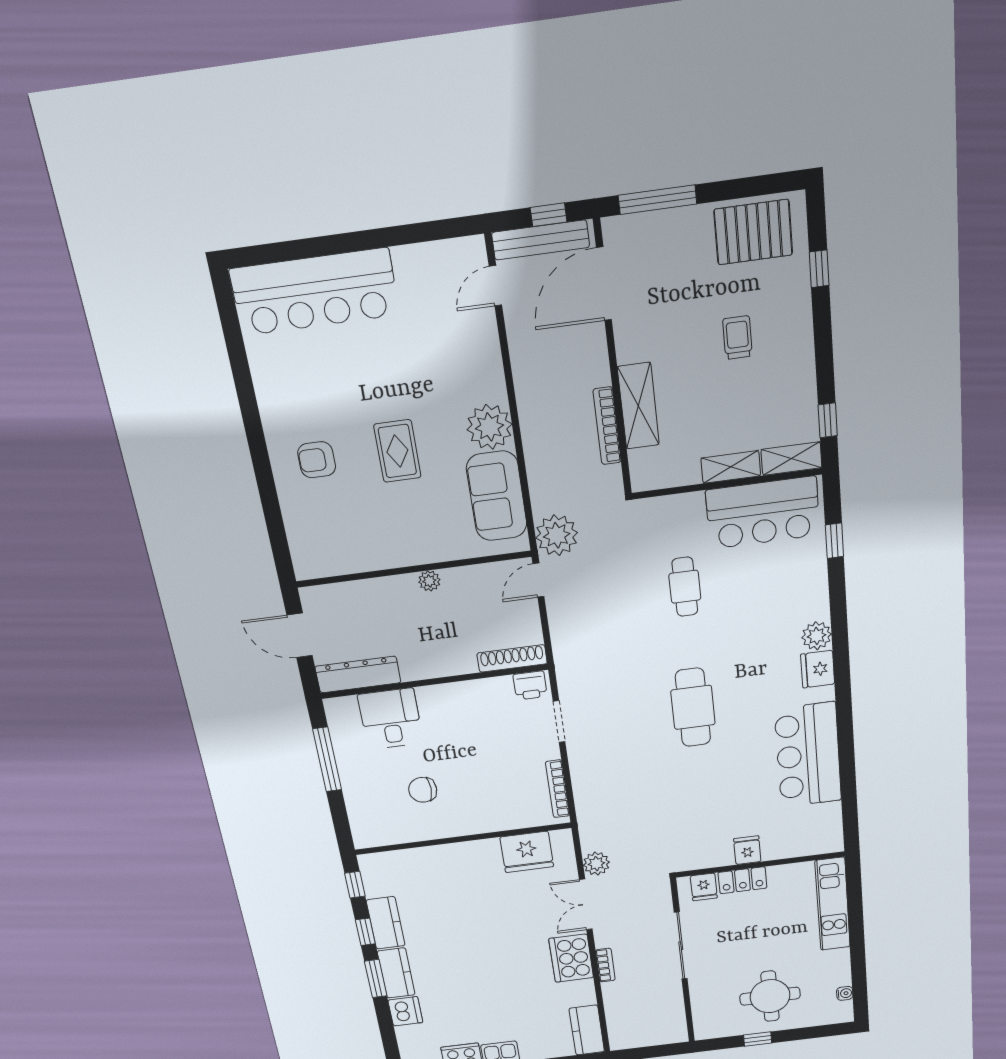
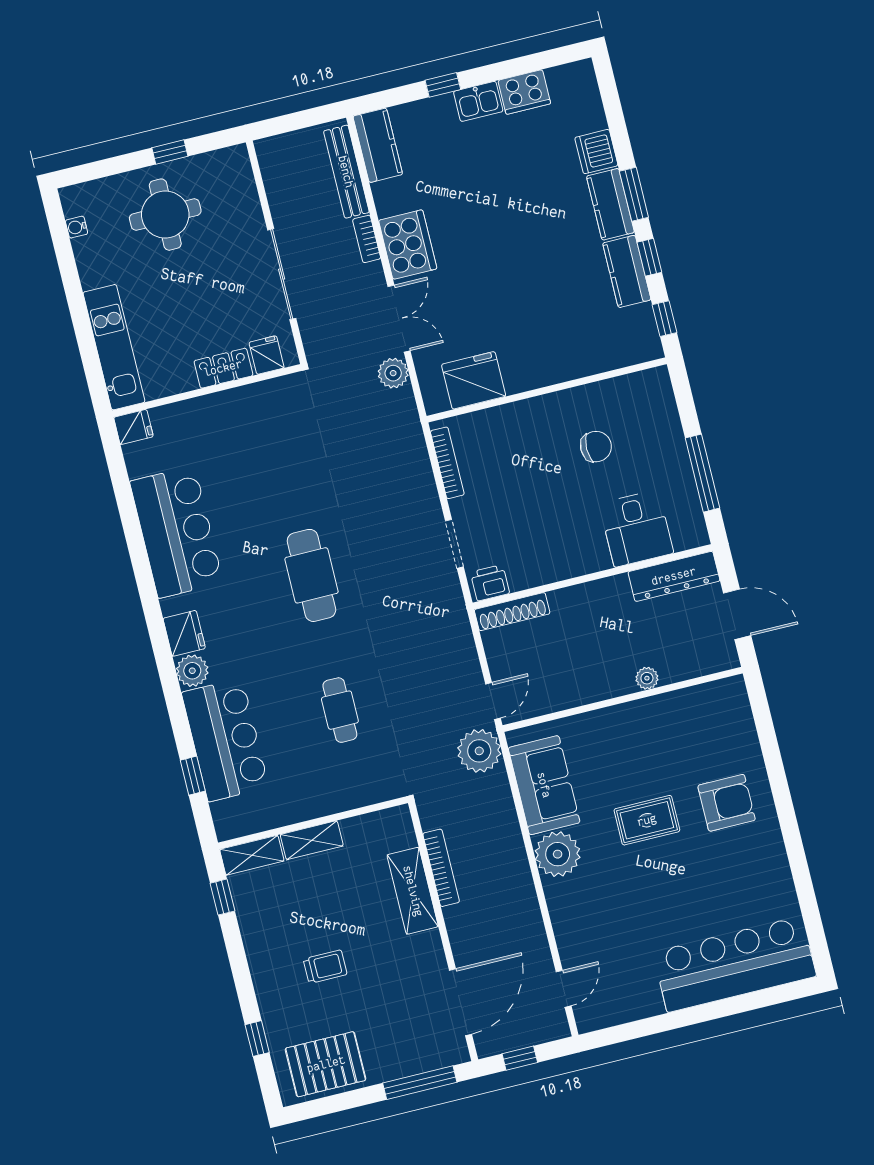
bench: (541, 240) -> (346, 172), moved, turned 90
trolley: (737, 338) -> (325, 967), turned -90
rug: (397, 451) -> (647, 820), turned 90
armchair: (317, 460) -> (727, 803), width x1.38, depth x1.38
bar counter: (763, 513) -> (225, 740), moved, turned 90
plant: (429, 581) -> (647, 678), moved
fridge: (747, 850) -> (133, 427), moved, turned -90

